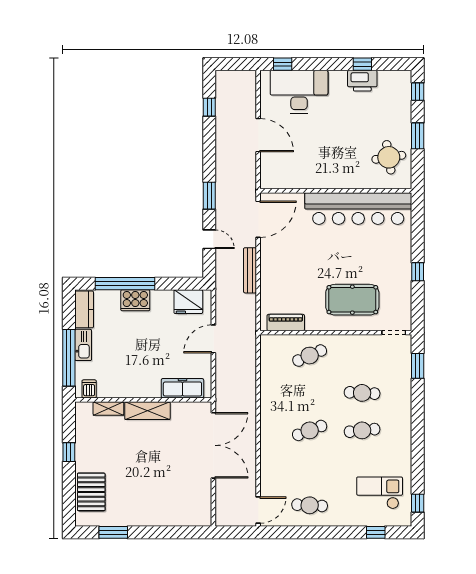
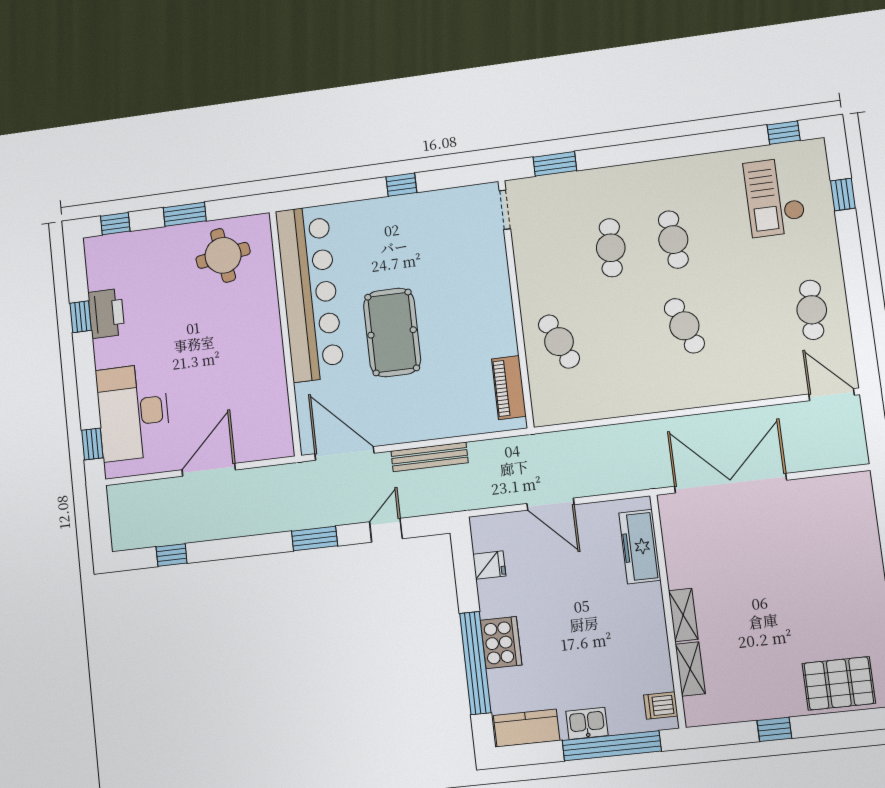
pool table: (352, 300) -> (392, 332), moved
fridge: (188, 302) -> (489, 565), width x0.53, depth x0.75
kitchen sink: (83, 345) -> (587, 723), width x0.73
shelving: (147, 411) -> (683, 615), width x0.67, depth x0.75

